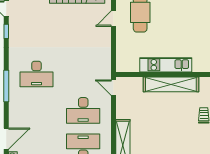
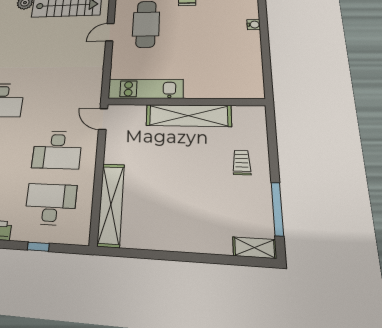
kitchen unit: (166, 65) -> (145, 89), moved

